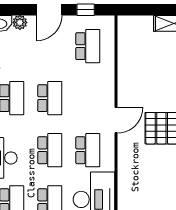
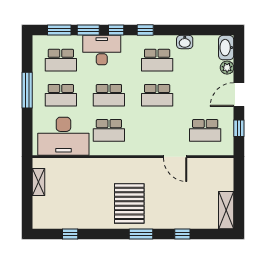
door: (49, 10) -> (239, 95), hinge flipped
door: (116, 120) -> (175, 157), moved

